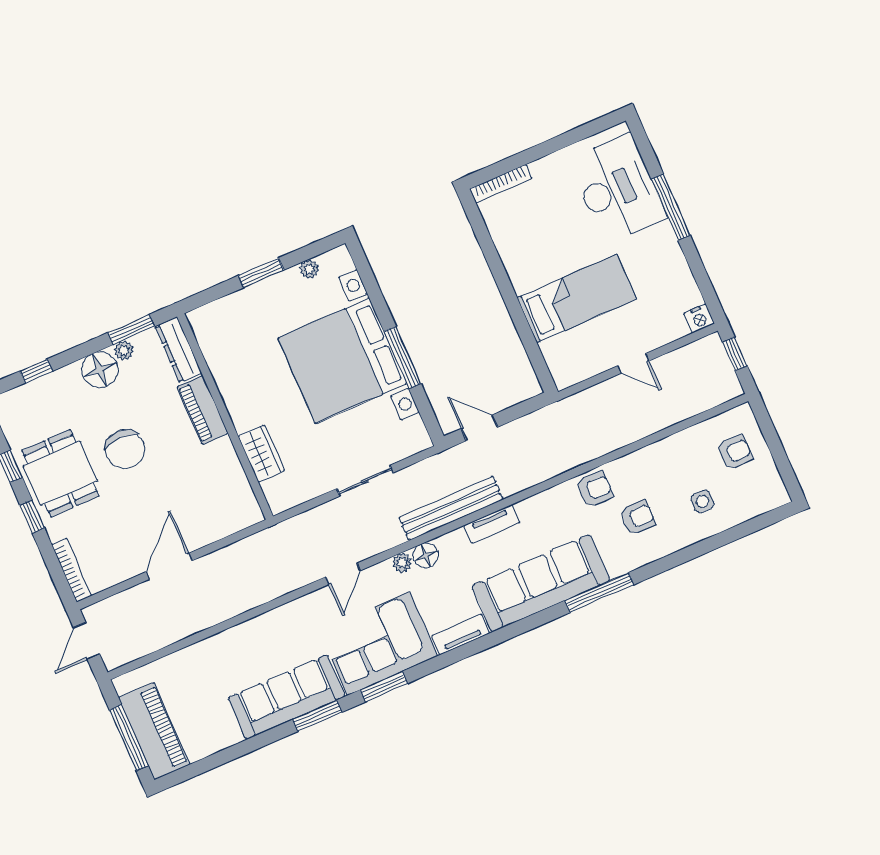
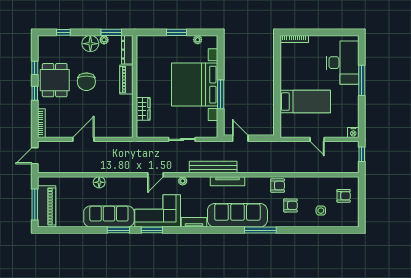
tv unit: (492, 524) -> (228, 181), width x1.41
floor lamp: (426, 555) -> (99, 182), moved

